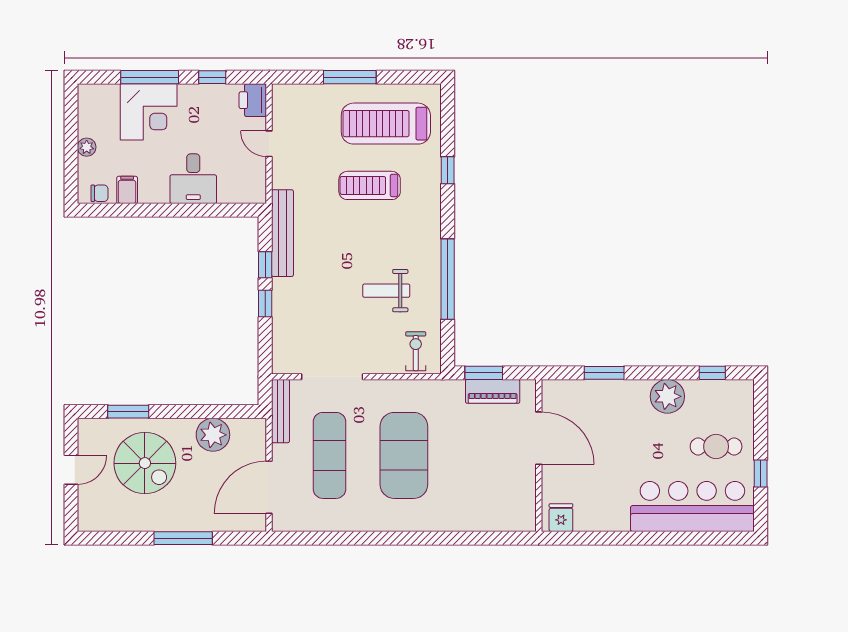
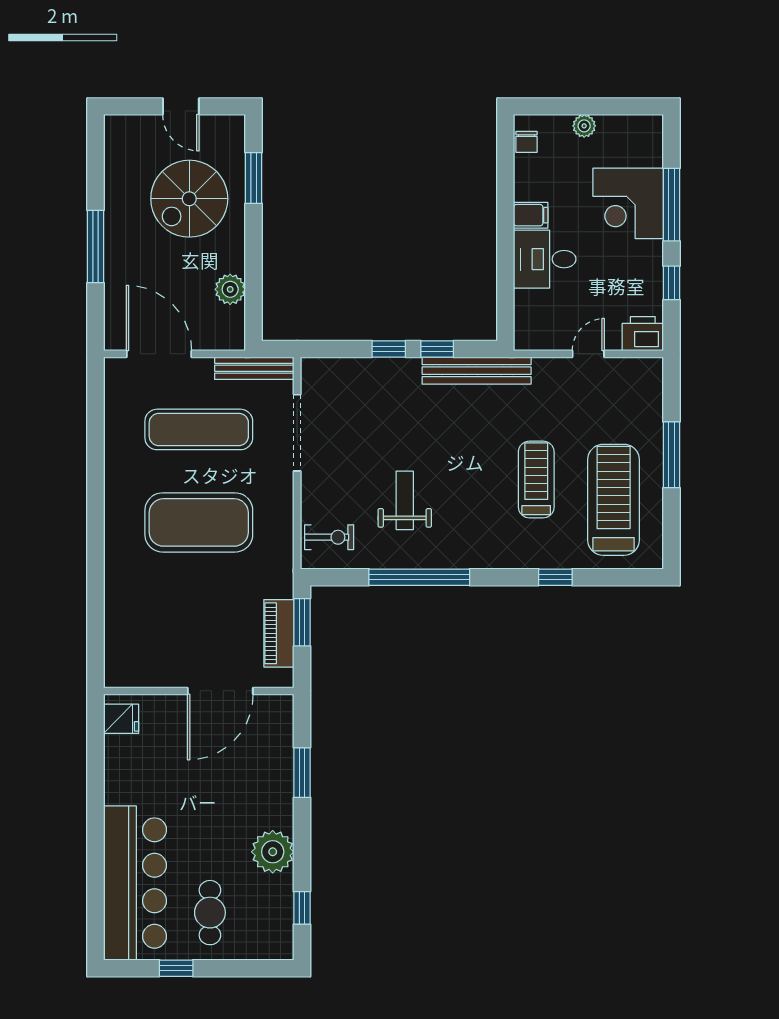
filing cabinet: (127, 190) -> (531, 215), moved
plant: (213, 435) -> (230, 289), width x0.73, depth x0.73

